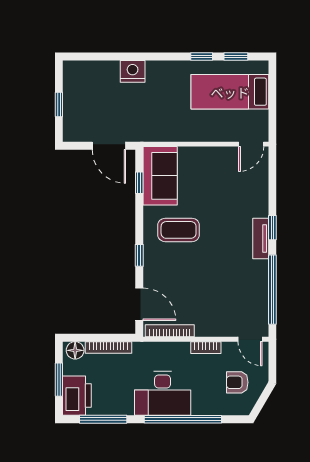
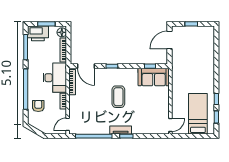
nightstand: (133, 71) -> (209, 63), removed
door: (251, 144) -> (170, 125), swing flipped
door: (109, 146) -> (170, 40), moved
coffee table: (179, 230) -> (118, 97), moved
door: (139, 304) -> (86, 66), hinge flipped
armchair: (237, 382) -> (38, 106), moved
desk: (163, 393) -> (55, 78), moved, turned 180

